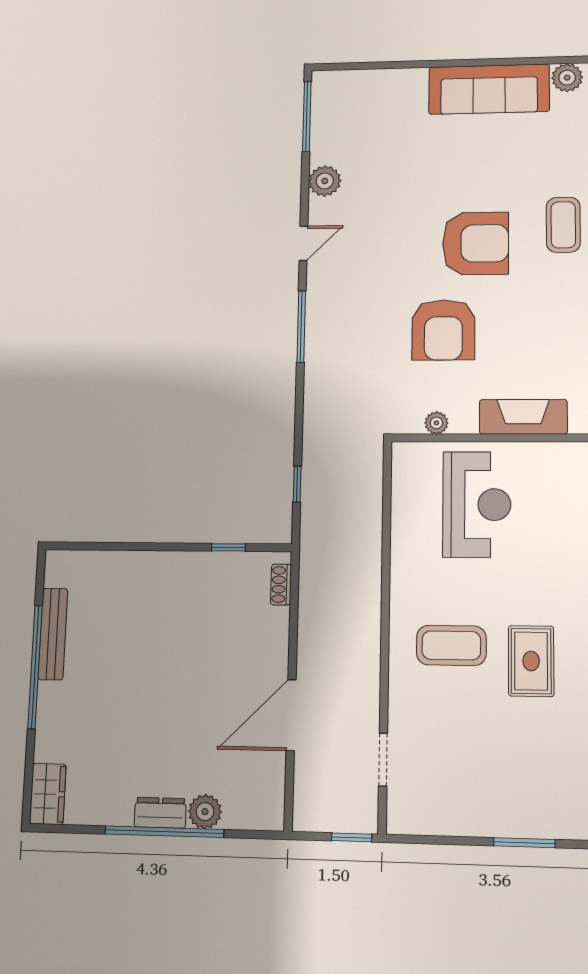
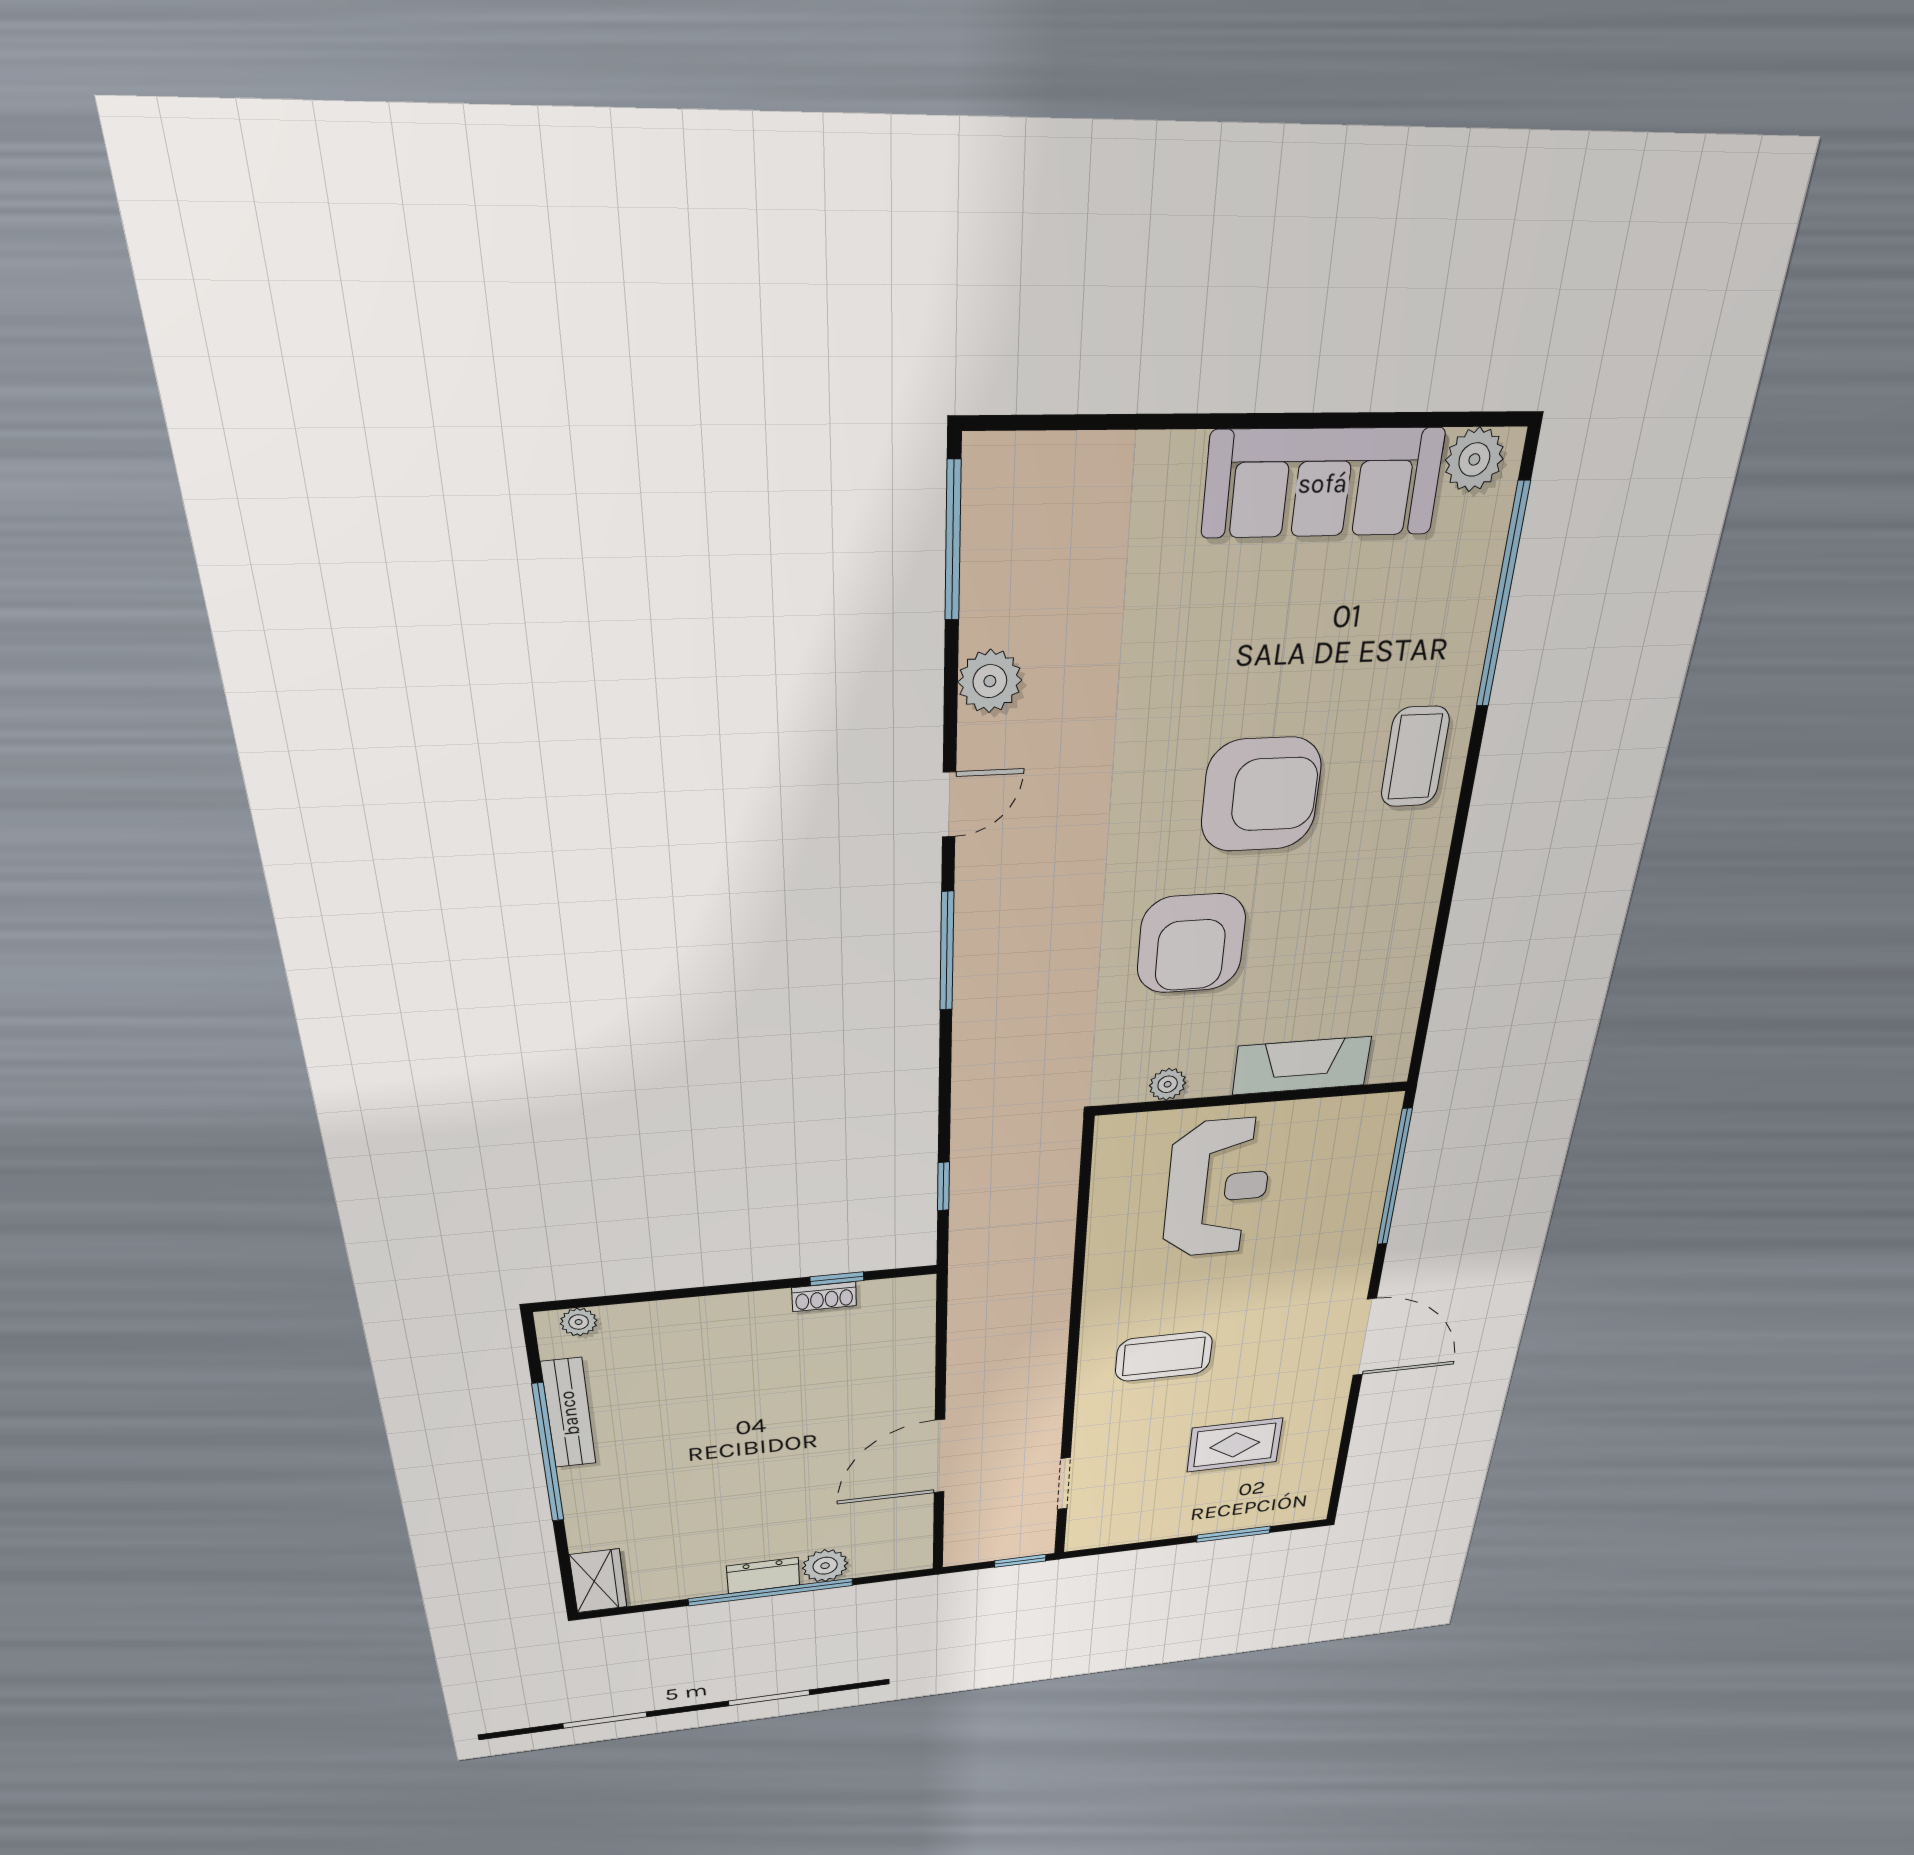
plant: (70, 561) -> (579, 1322), added
shoe rack: (281, 585) -> (824, 1297), moved, turned -90
rug: (531, 661) -> (1235, 1445), moved, turned 90

